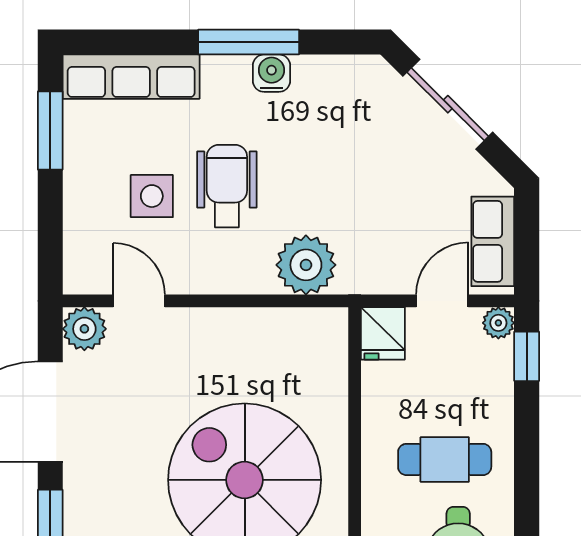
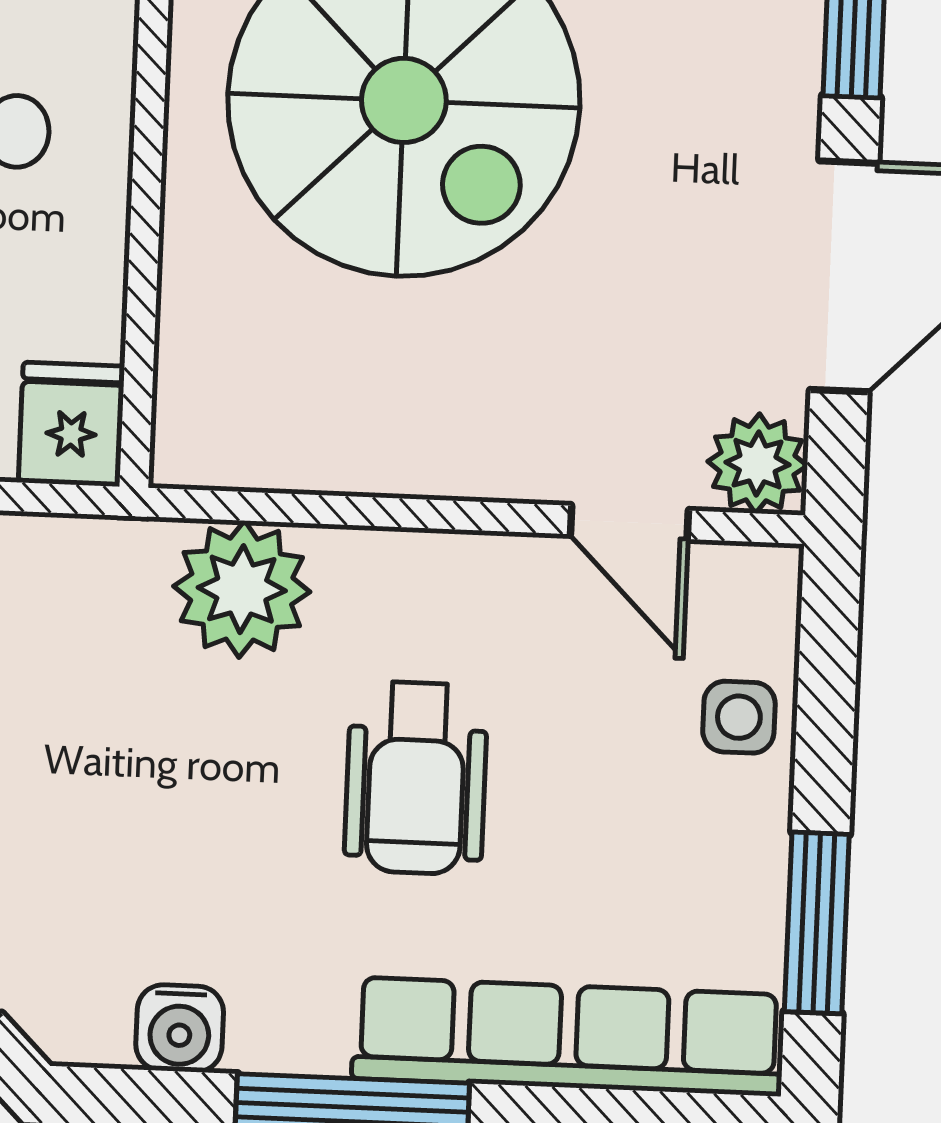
water cooler: (272, 73) -> (180, 1028), moved
row of seats: (131, 77) -> (568, 1037), width x1.36
side table: (152, 196) -> (739, 717), moved, width x0.73, depth x0.73

